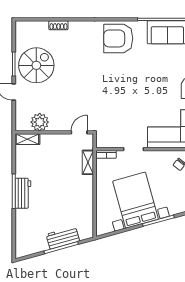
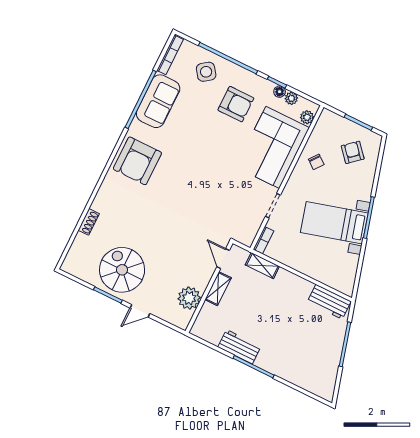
shelving: (27, 139) -> (218, 289), moved
workbench: (23, 193) -> (239, 347), moved
bed with nightstands: (136, 200) -> (334, 223), width x0.73
workbench: (63, 238) -> (329, 302), moved, turned -74

